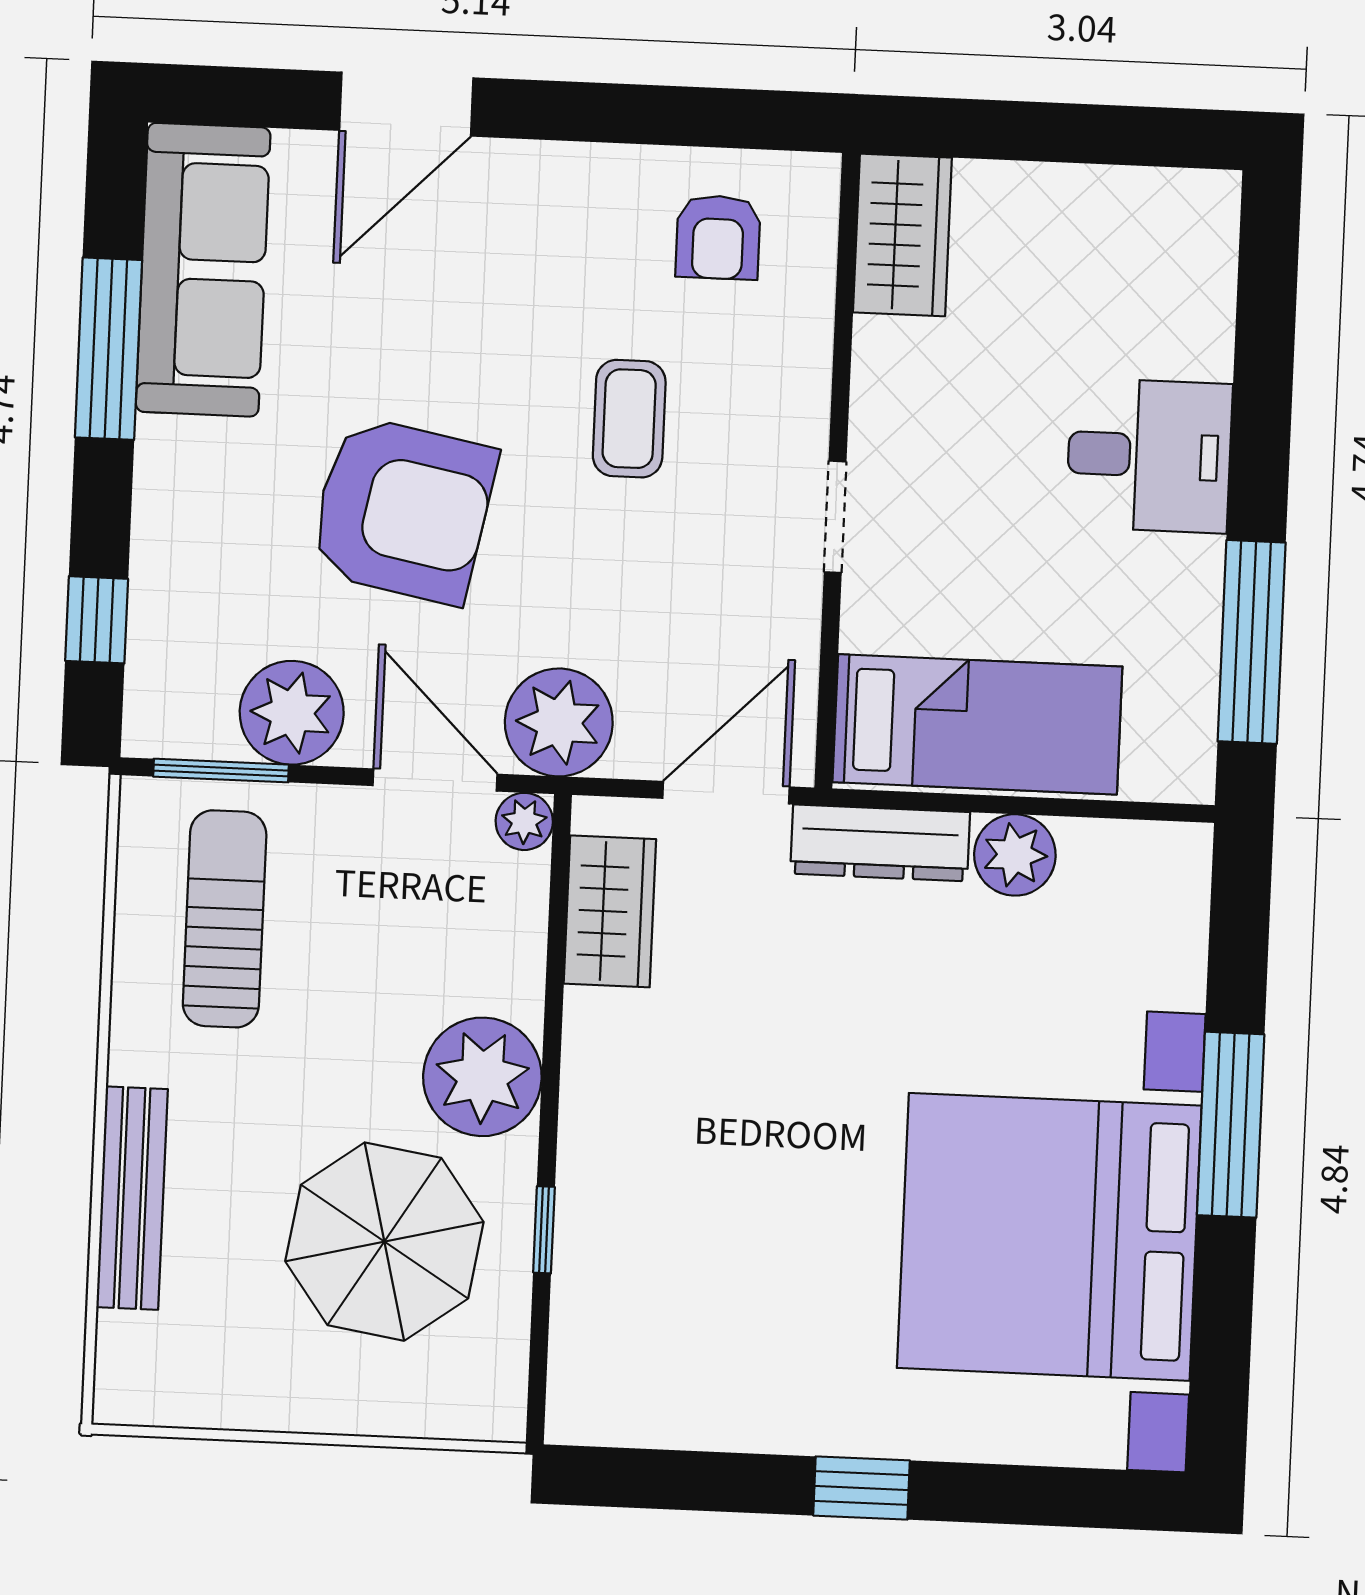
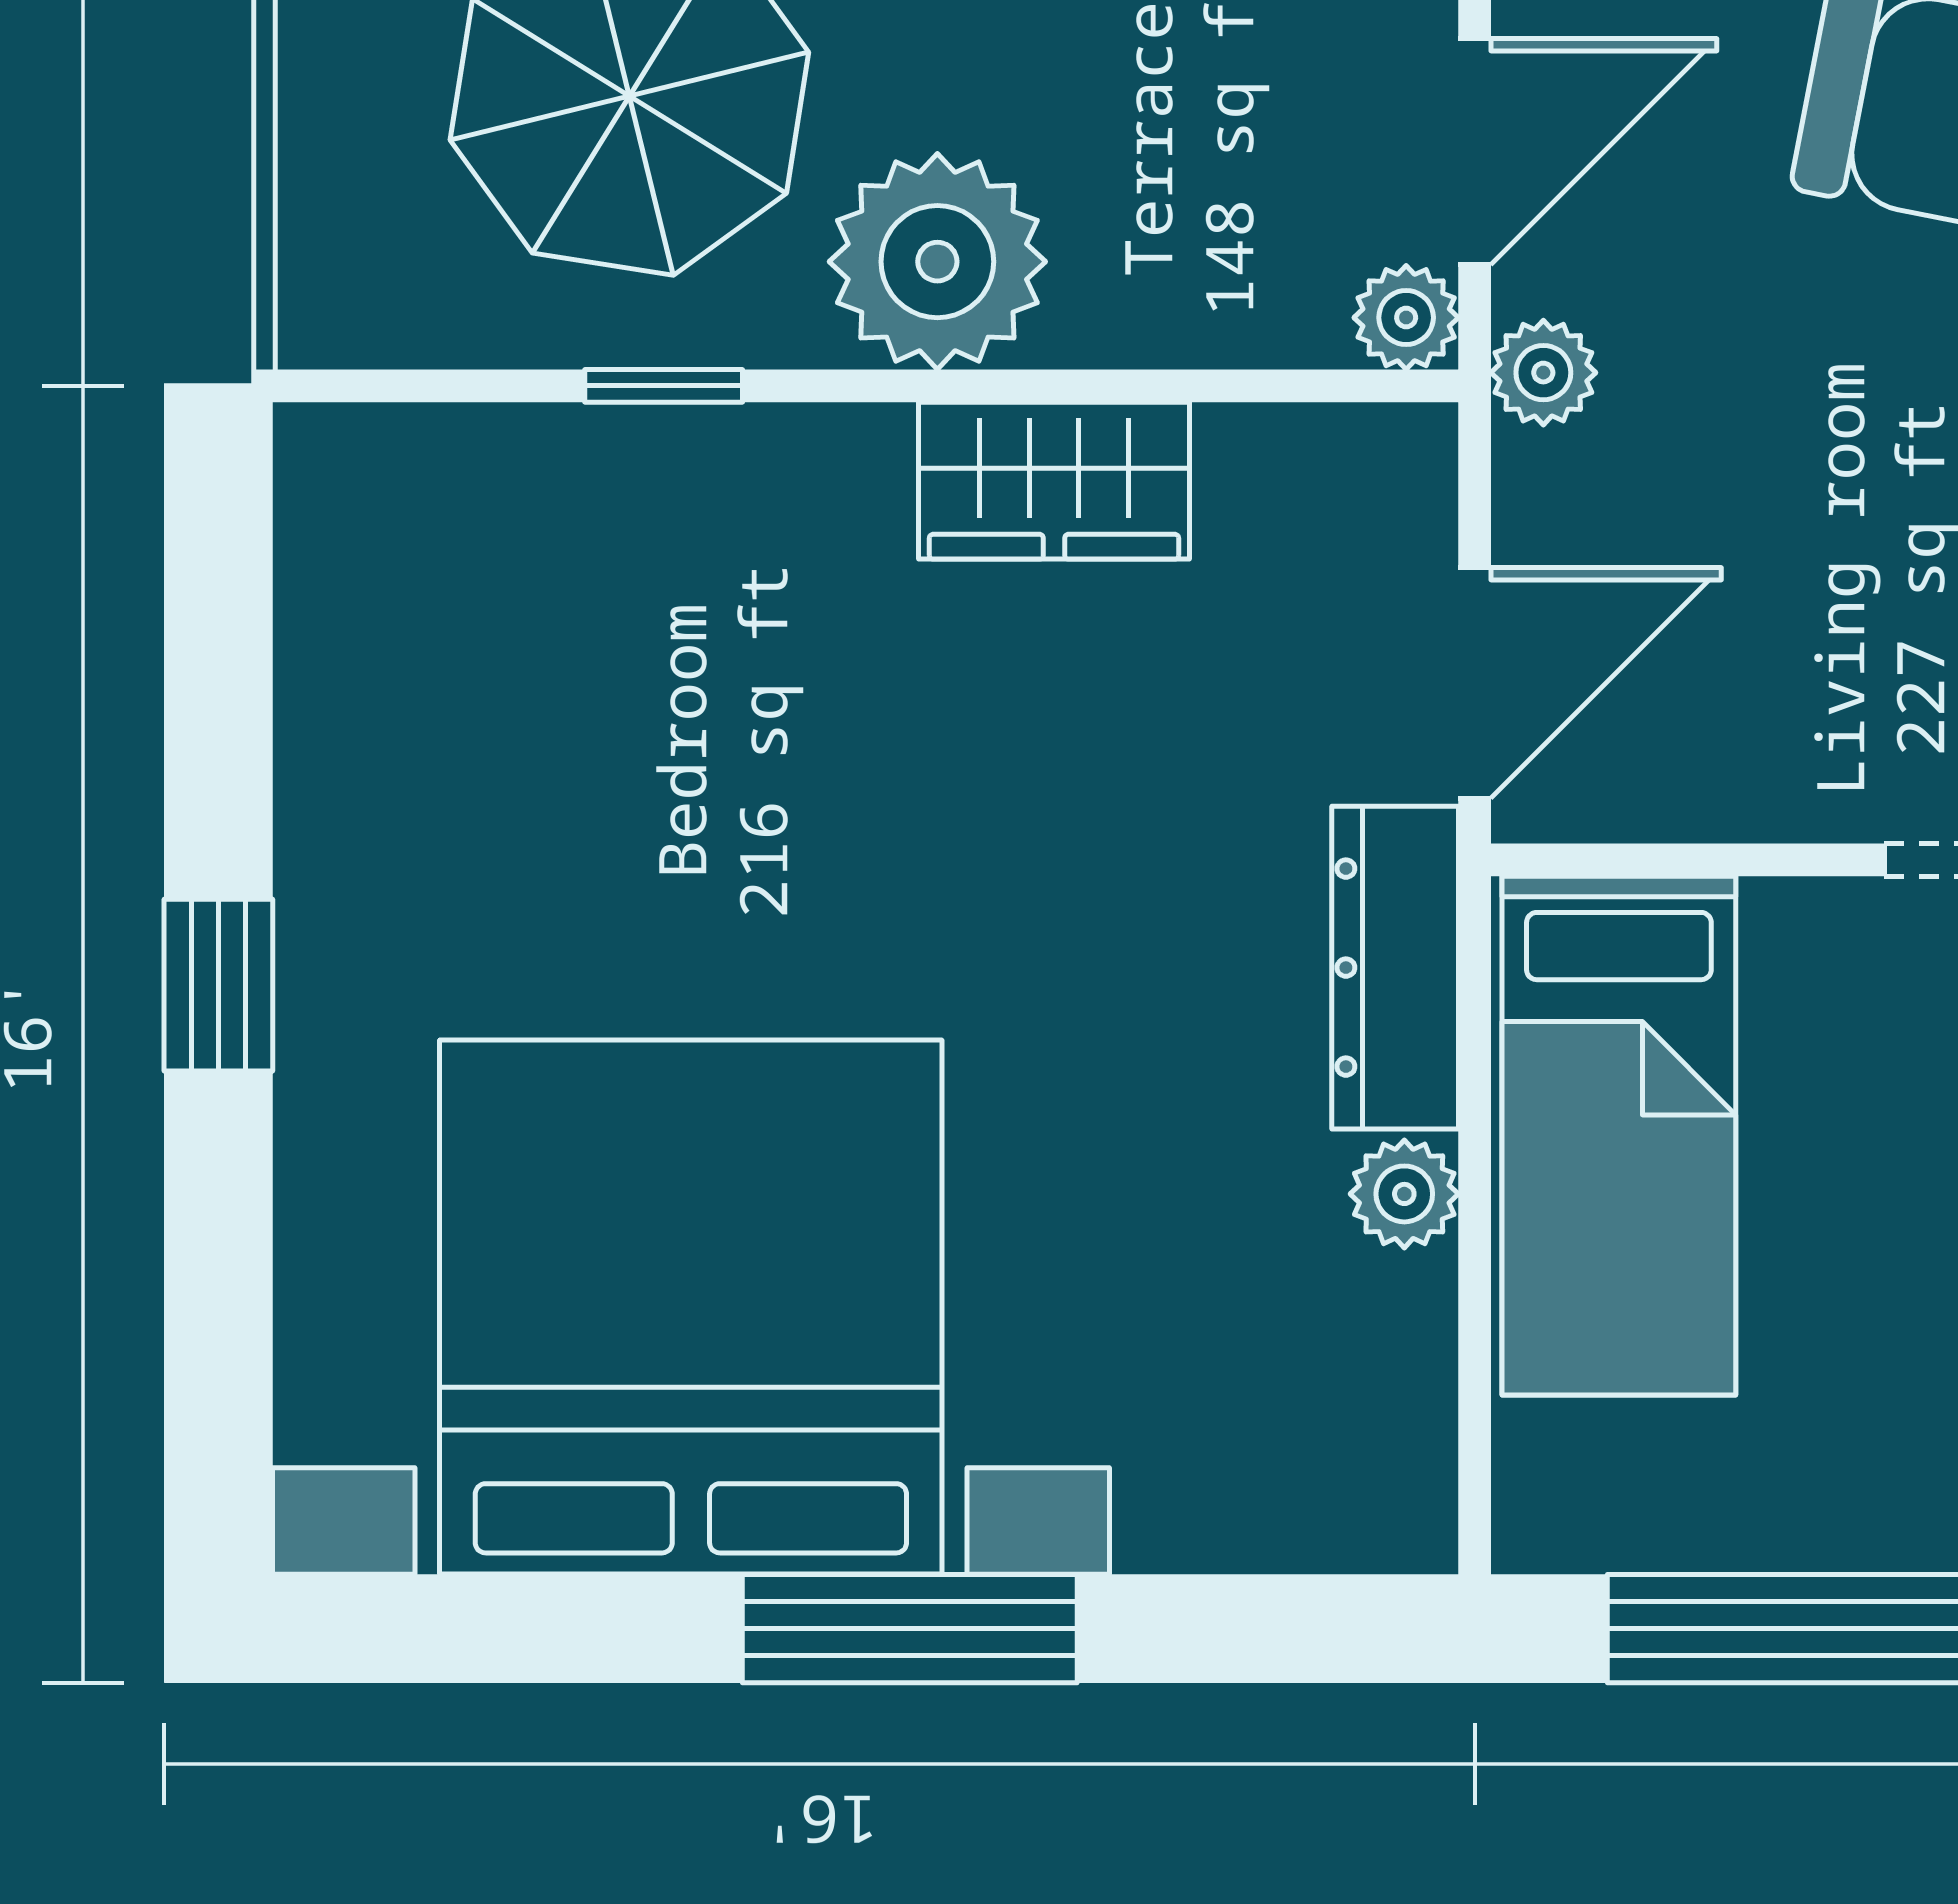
plant: (559, 722) -> (1543, 373), width x0.53, depth x0.53
door: (726, 793) -> (1475, 683), hinge flipped
plant: (1015, 855) -> (1404, 1194), width x0.73, depth x0.73
wardrobe: (610, 911) -> (1054, 481), moved

